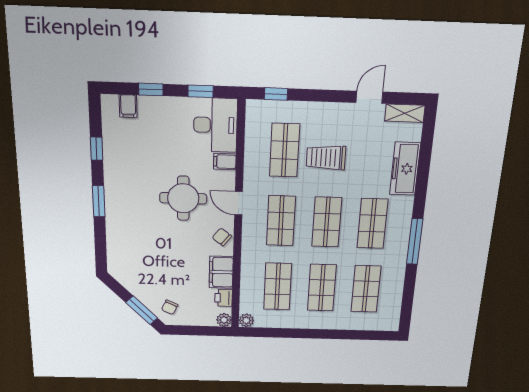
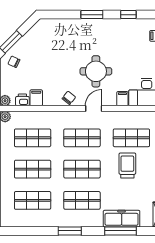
window: (423, 171) -> (121, 231), added
window: (415, 242) -> (70, 231), width x0.69
filing cabinet: (221, 272) -> (36, 98), width x0.50

